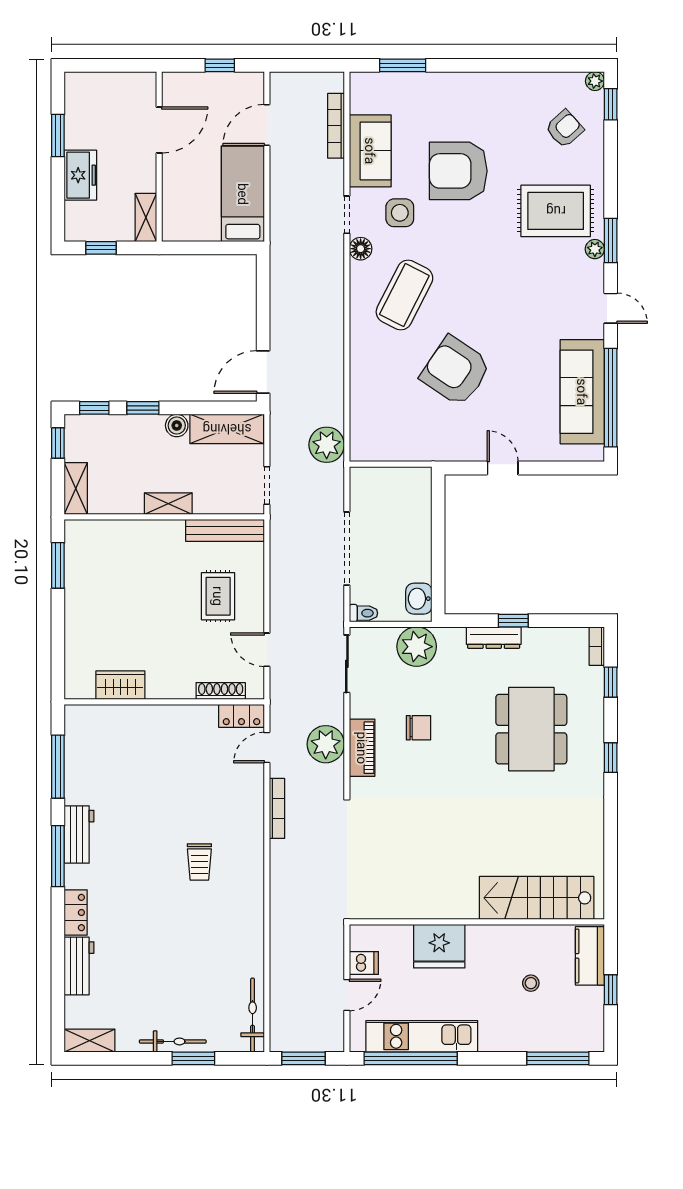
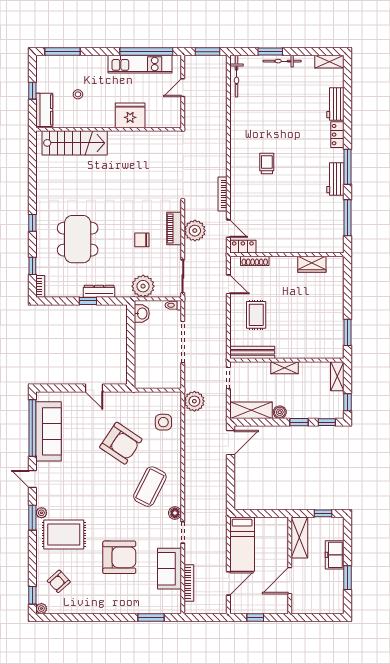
side table: (400, 213) -> (163, 422), moved
shelving: (146, 218) -> (299, 538), width x1.50, depth x1.33
door: (267, 748) -> (228, 229), hinge flipped
dishwasher: (364, 963) -> (173, 106), removed

